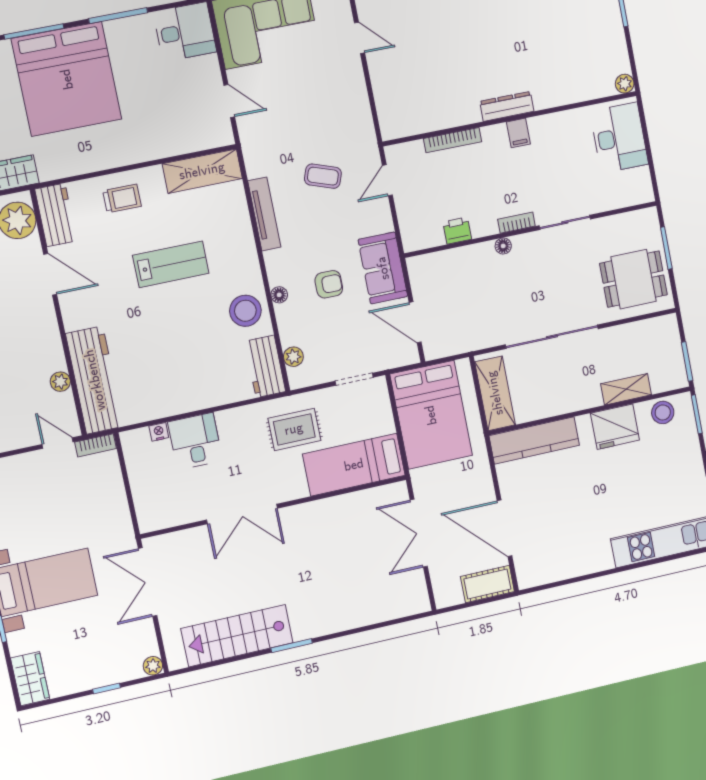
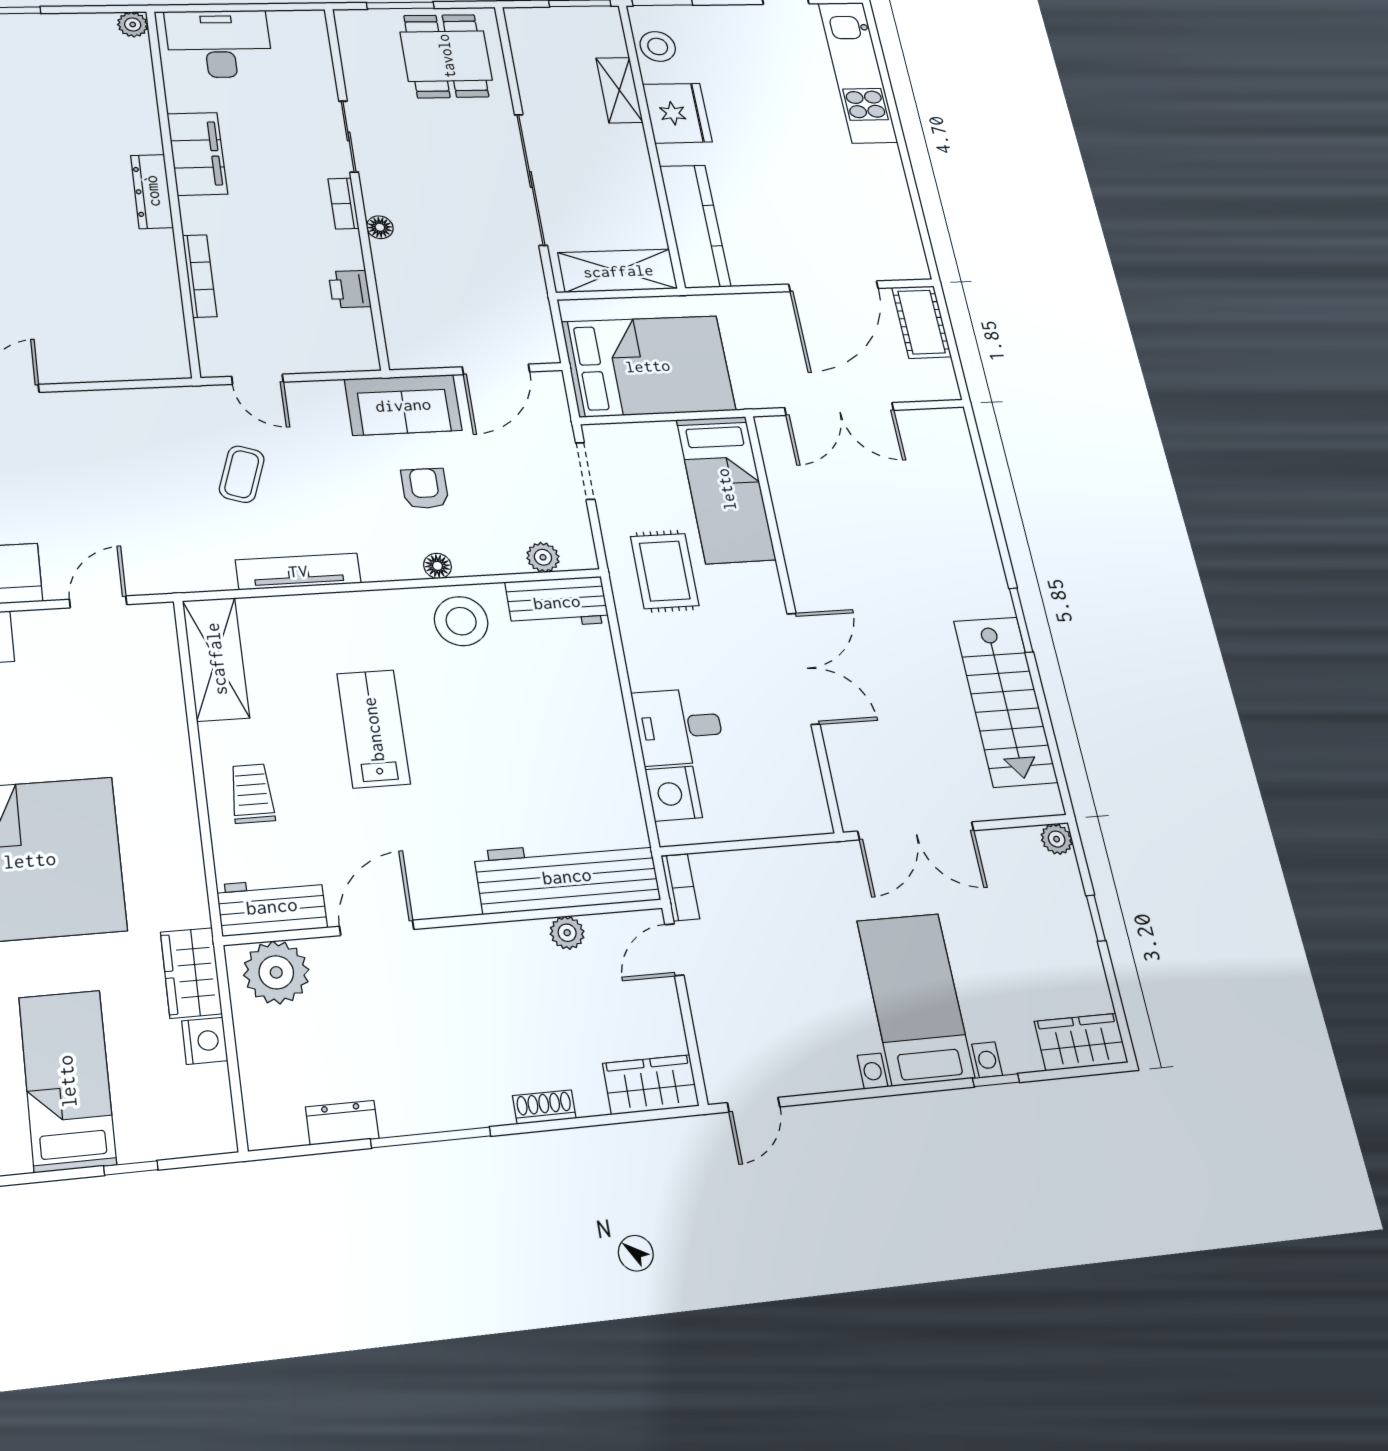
filing cabinet: (518, 133) -> (197, 154), width x3.00, depth x1.17
nightstand: (159, 432) -> (674, 794), width x1.89, depth x1.79

